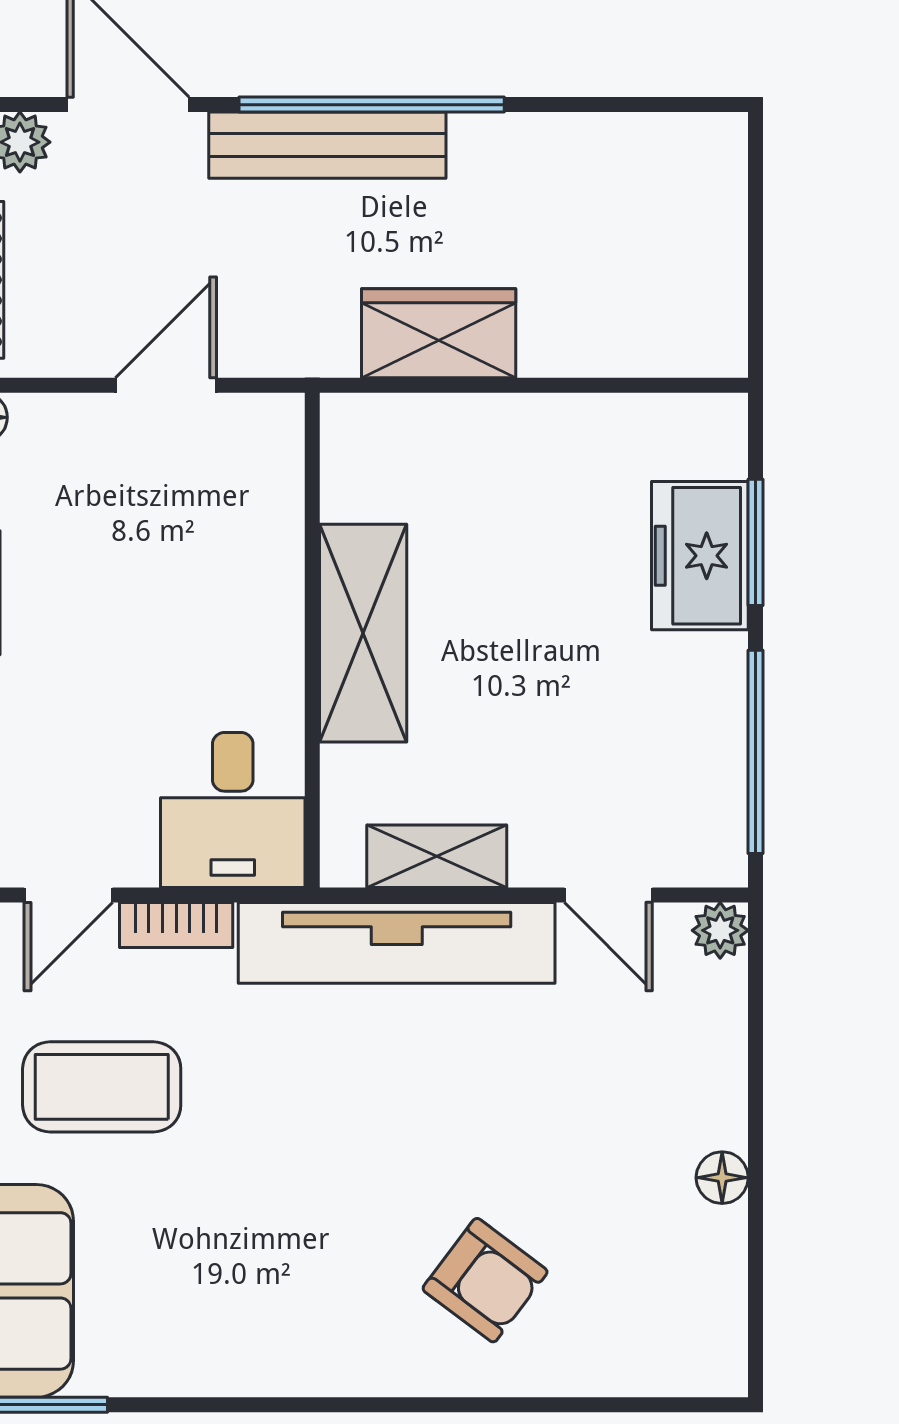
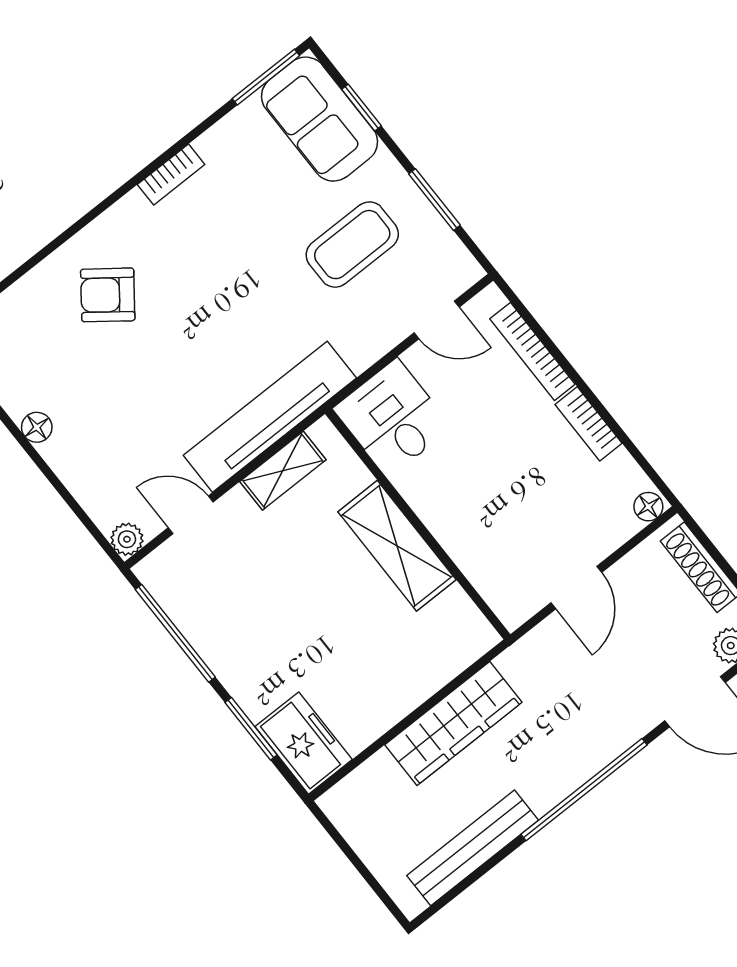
bench: (327, 145) -> (473, 848), moved
wardrobe: (439, 333) -> (453, 724), width x1.50
freezer: (700, 556) -> (304, 743), moved
door: (68, 895) -> (437, 320), swing flipped
bookcase: (176, 925) -> (171, 174), moved, turned 180

